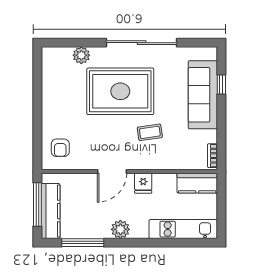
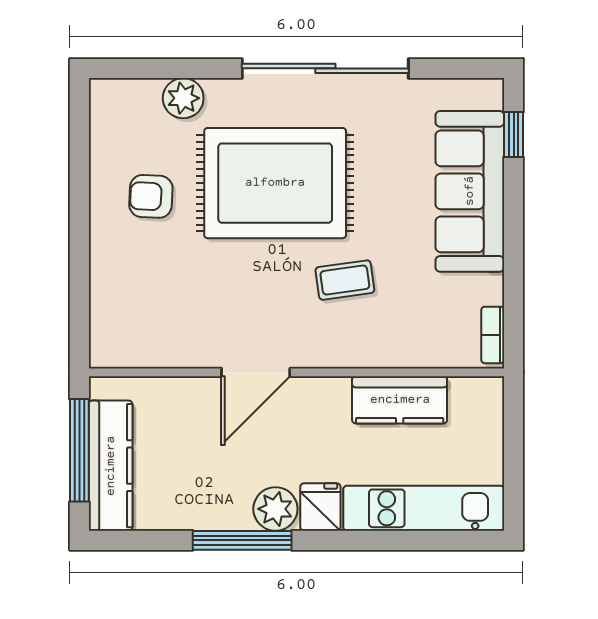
window: (221, 84) -> (514, 135), moved
armchair: (60, 148) -> (151, 196), moved, turned 93
fridge: (143, 183) -> (320, 507), moved, turned 180
kitchen counter: (197, 183) -> (400, 400), moved
window: (83, 243) -> (242, 540), moved

